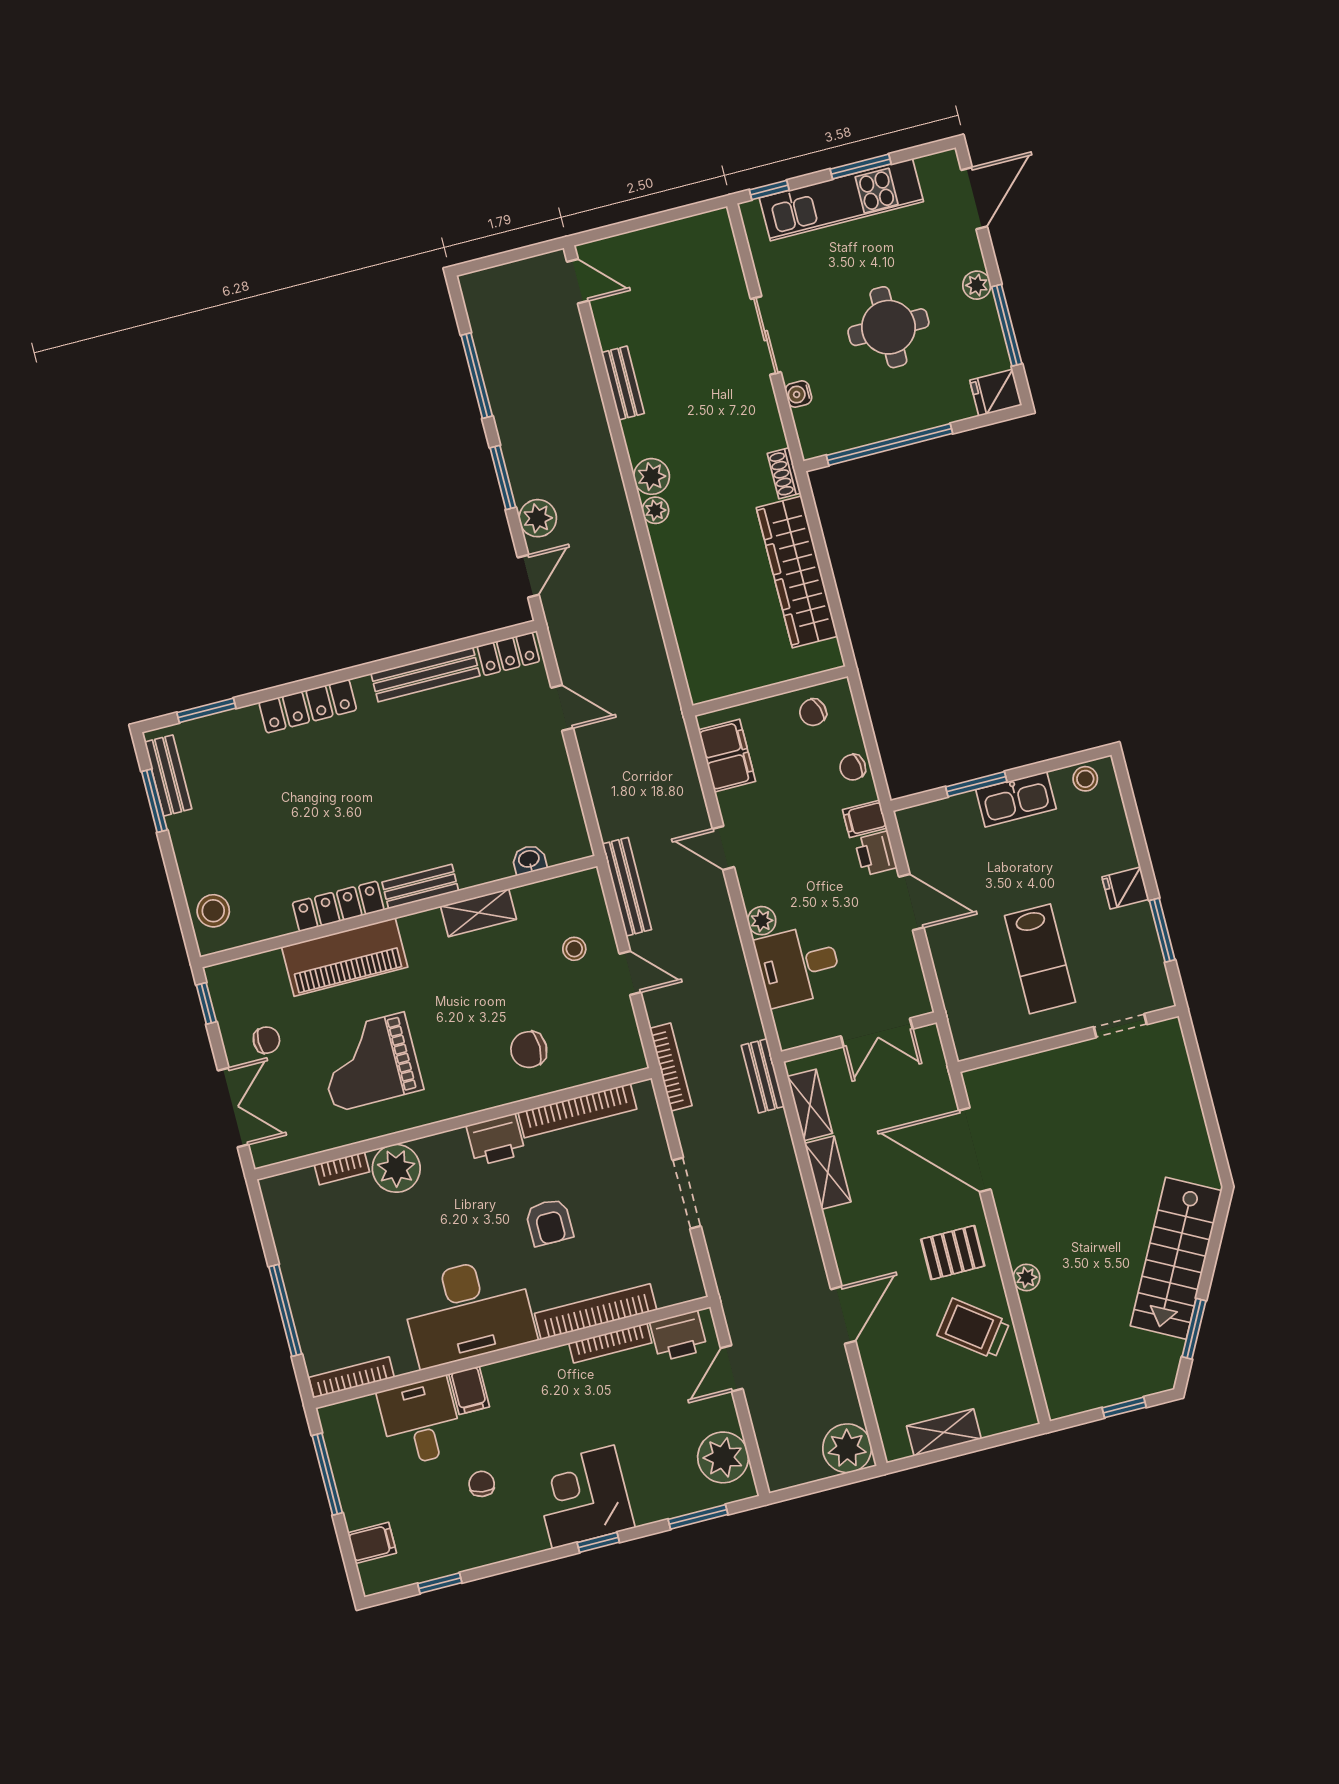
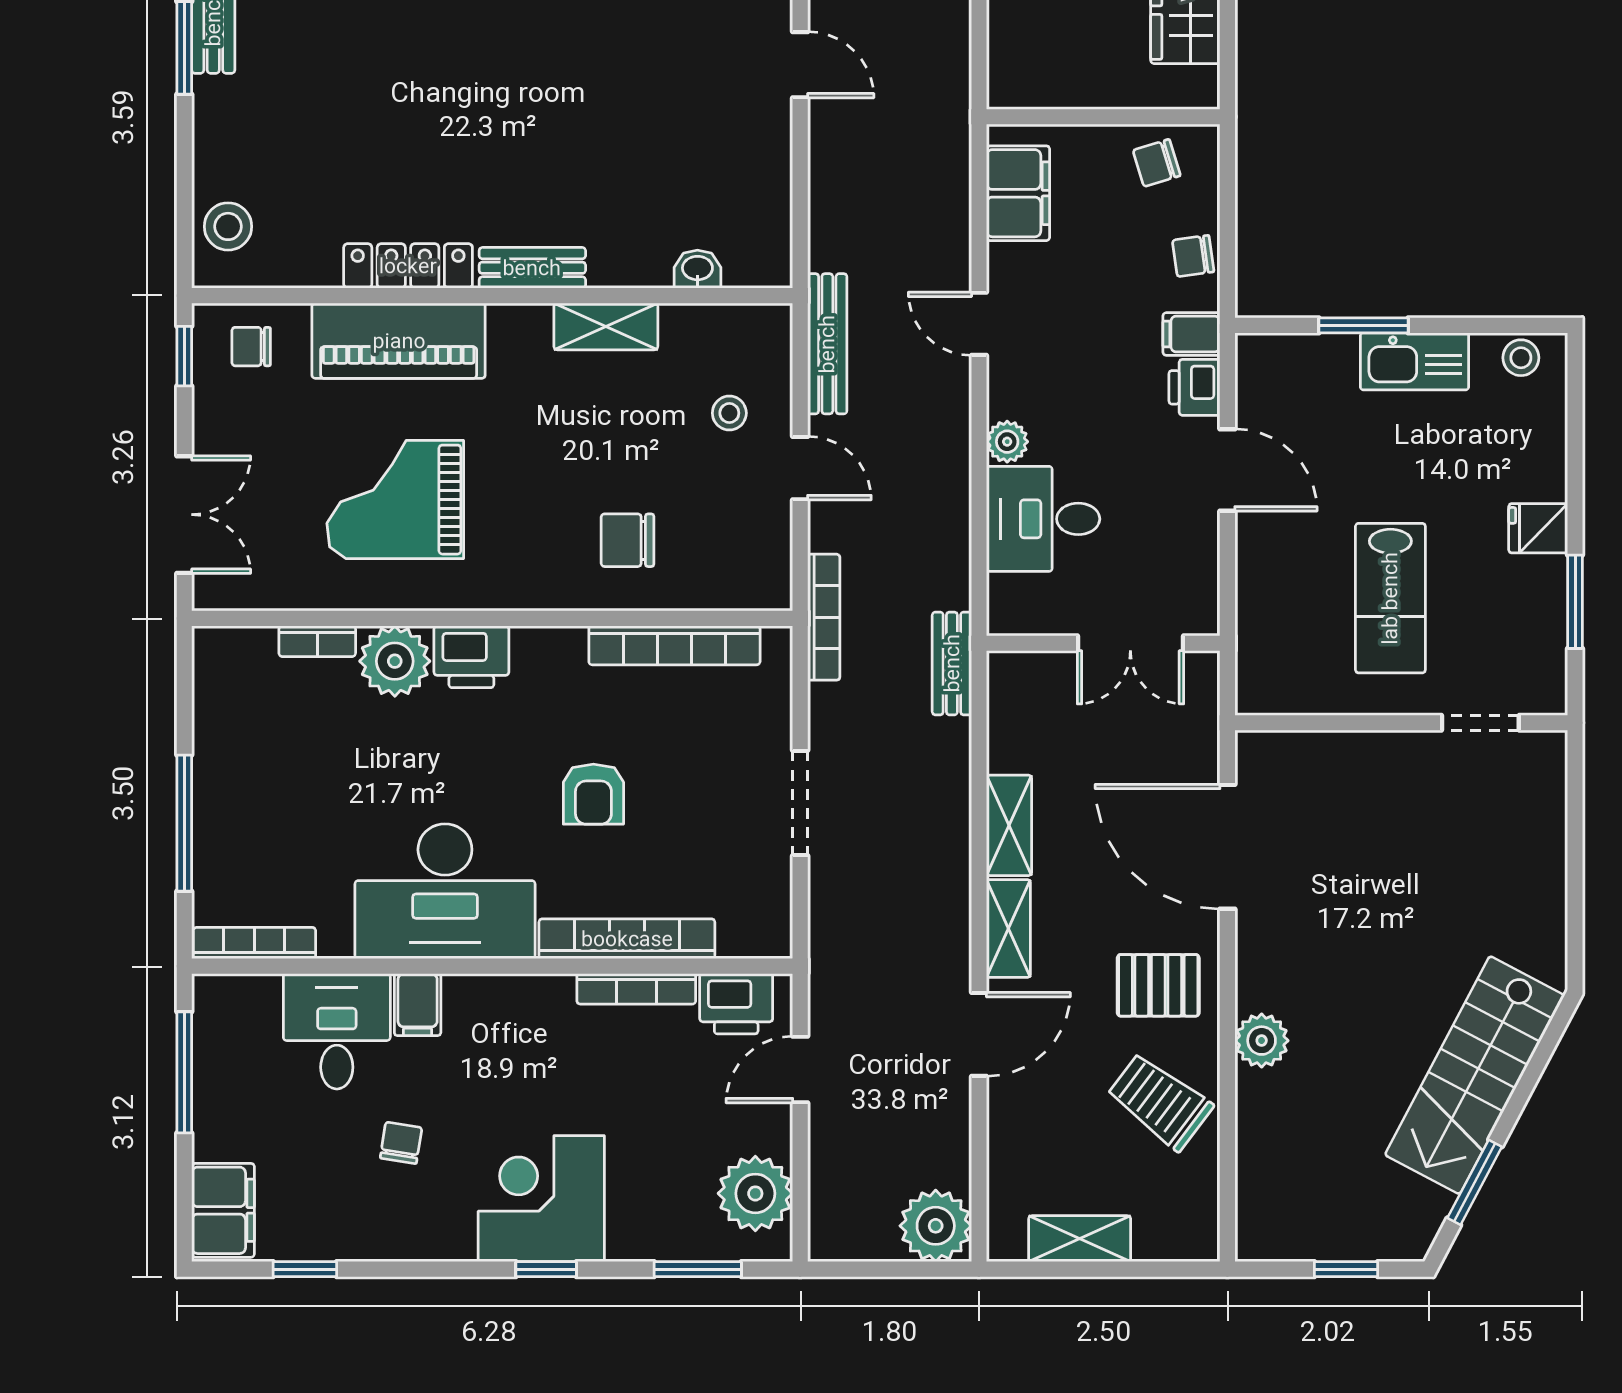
chair: (266, 1040) -> (251, 347), moved, turned 180
shelving: (810, 1105) -> (1008, 929), moved
printer: (496, 1140) -> (471, 657), moved
plant: (1026, 1277) -> (1262, 1041), width x1.38, depth x1.38
filing cabinet: (372, 1543) -> (223, 1210), width x2.00

